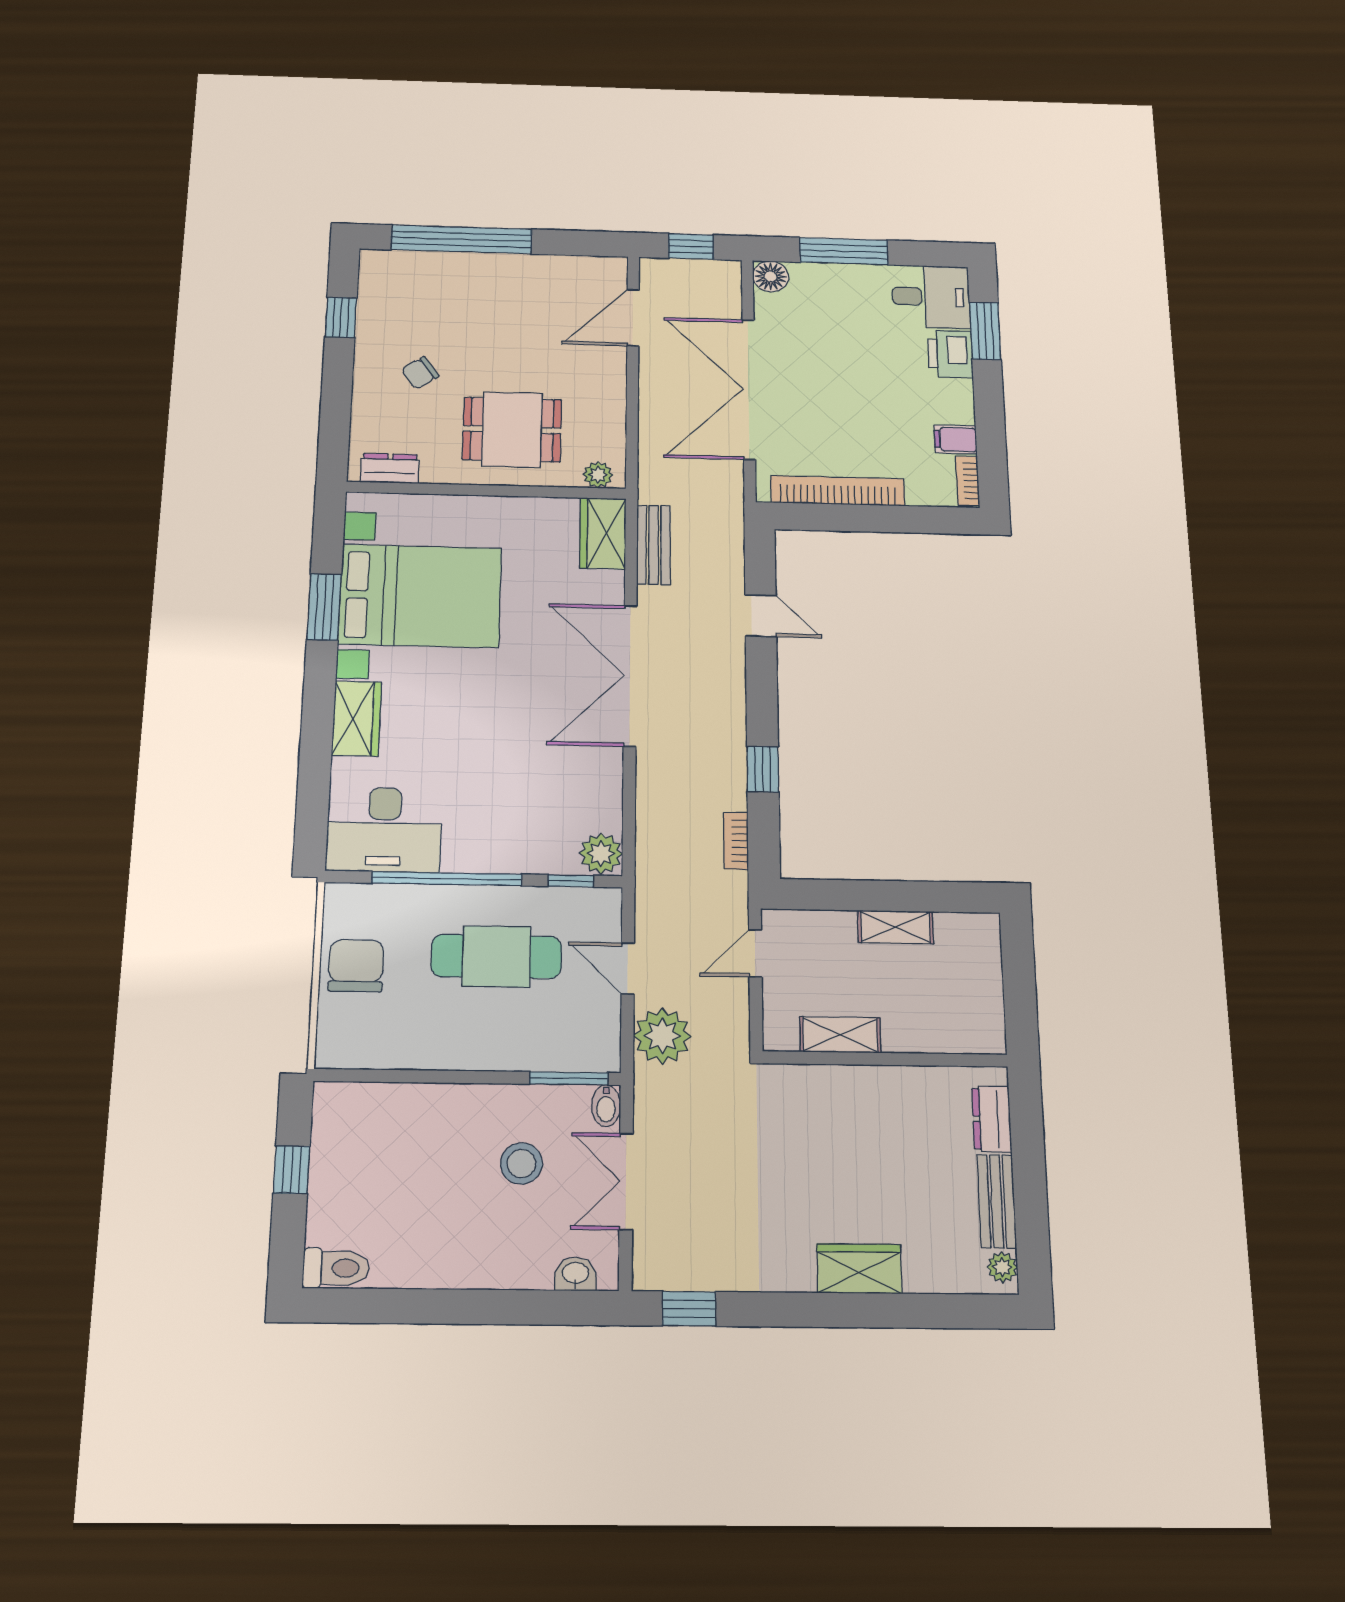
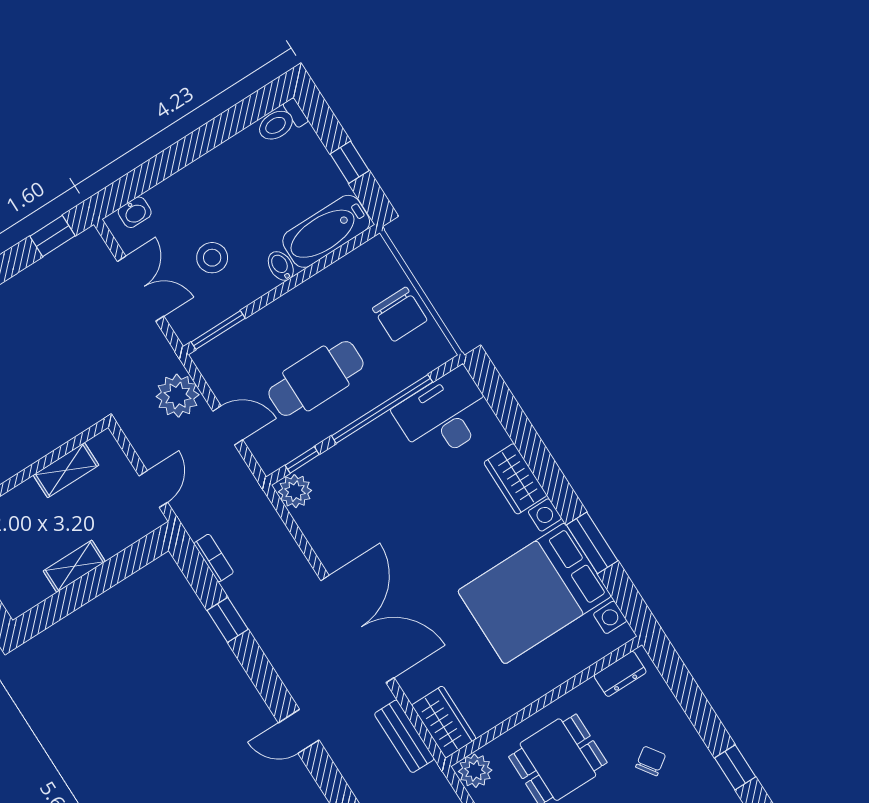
plant: (598, 475) -> (475, 771), width x1.38, depth x1.38
bidet: (606, 1106) -> (281, 266), moved
bathtub: (373, 1109) -> (326, 231), added

